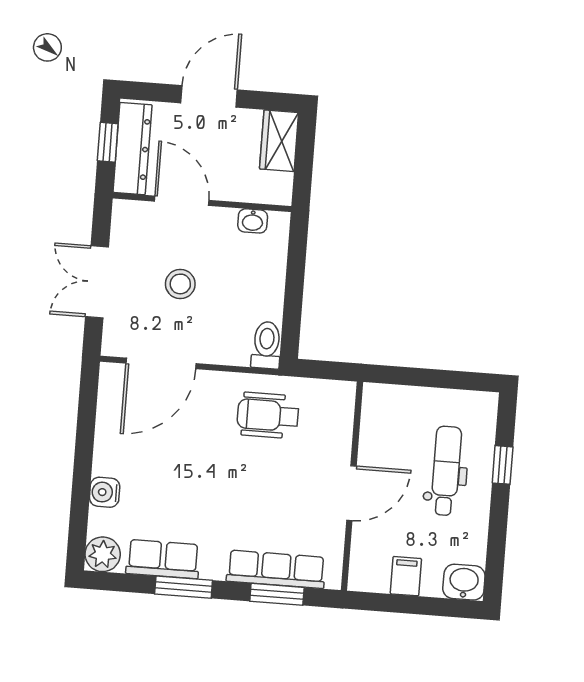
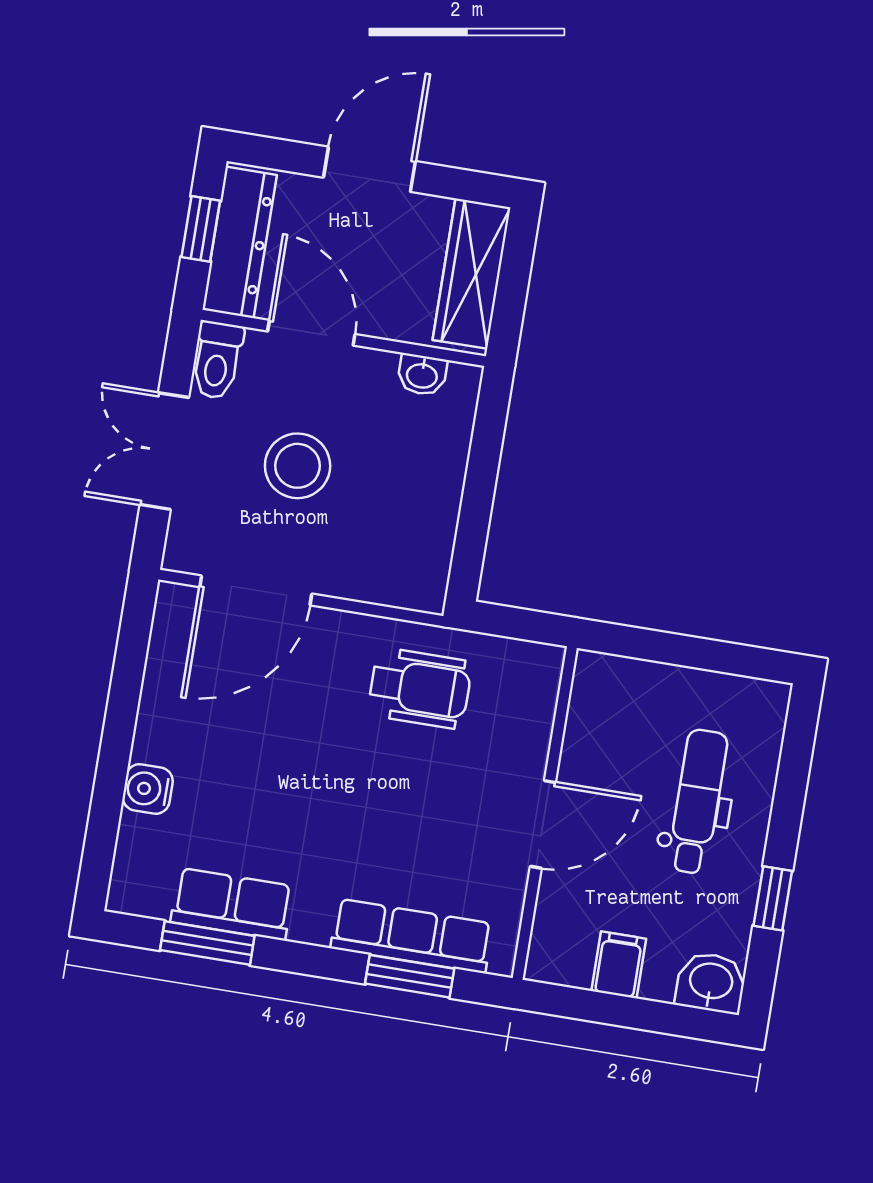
wardrobe: (279, 141) -> (472, 274), width x1.50
stool: (180, 284) -> (298, 466), width x1.38, depth x1.38
toilet: (266, 345) -> (217, 360), moved, turned 180
wheelchair: (268, 415) -> (420, 688), turned 180
window: (503, 465) -> (773, 898), moved
plant: (103, 554) -> (136, 888), removed
window: (184, 587) -> (207, 943), moved

